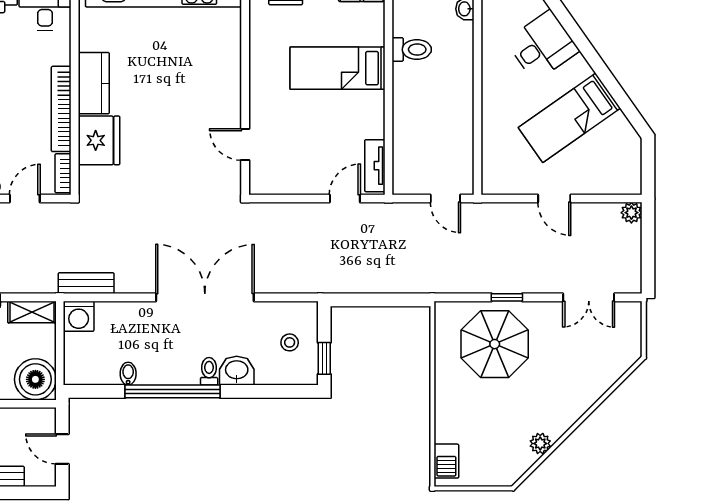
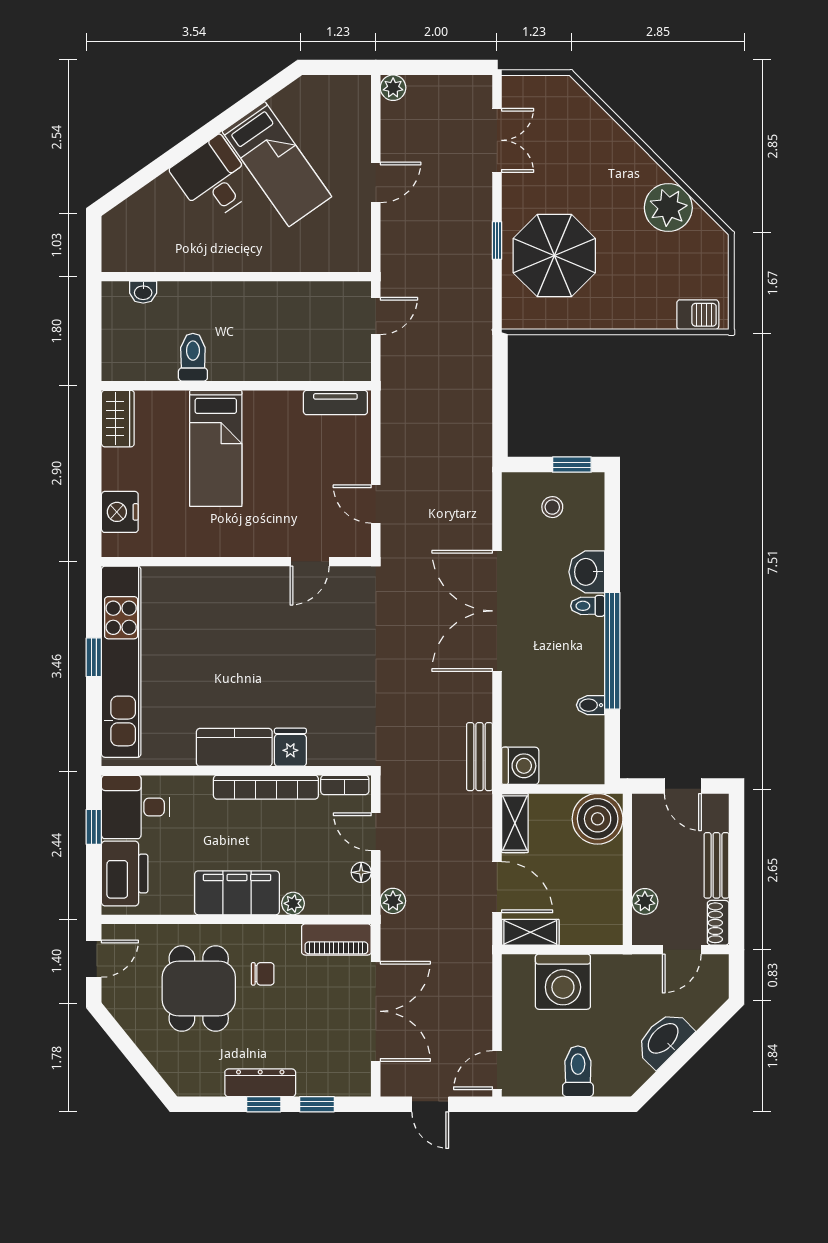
desk: (543, 46) -> (214, 179), moved
fridge: (99, 140) -> (290, 747), width x0.53, depth x0.75
door: (345, 199) -> (376, 504), moved
plant: (540, 444) -> (668, 208), width x1.87, depth x1.87
door: (62, 449) -> (683, 786), hinge flipped

